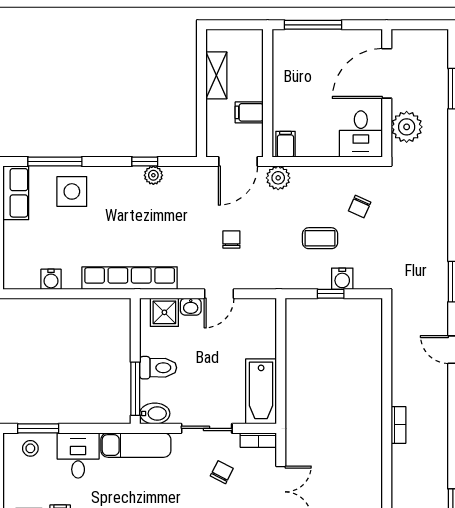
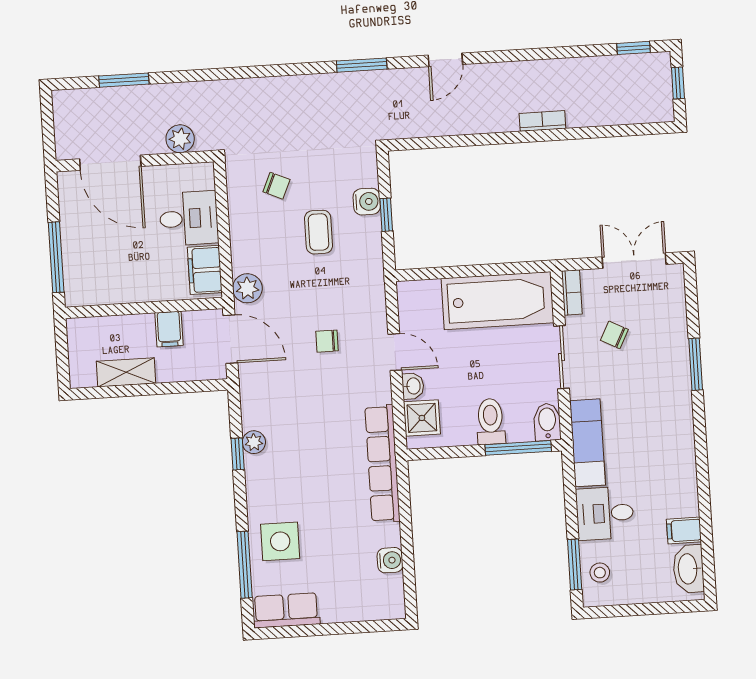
plant: (407, 127) -> (180, 139), width x0.73, depth x0.73
desk: (361, 134) -> (189, 218), moved
filing cabinet: (285, 144) -> (205, 270), width x2.00
bathtub: (261, 391) -> (498, 301), width x1.36, depth x1.36

